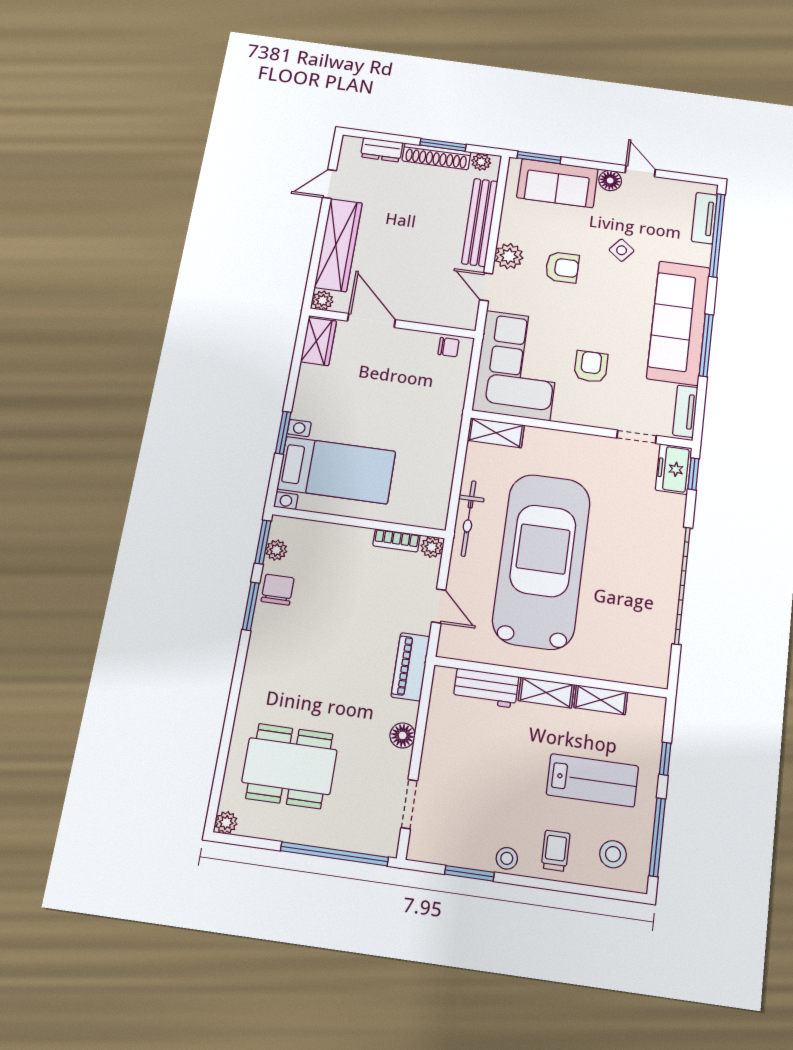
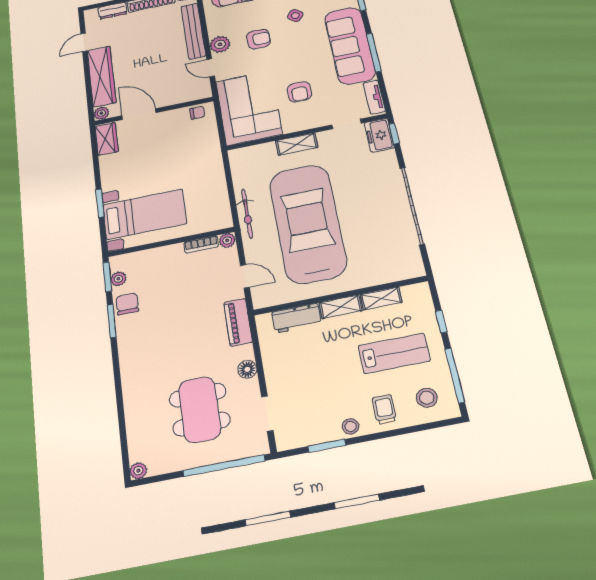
armchair: (591, 367) -> (299, 92), turned 180
shelving: (496, 433) -> (297, 144), moved
dining table: (289, 766) -> (200, 410), moved, turned 90

